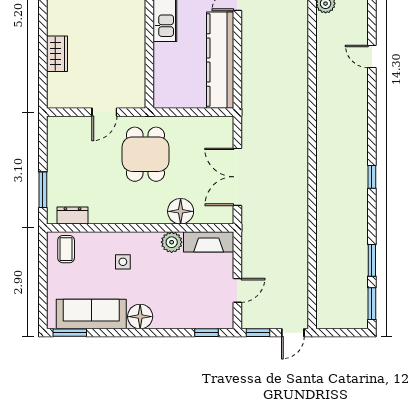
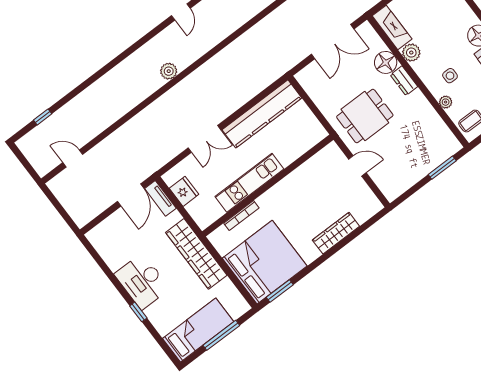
wardrobe: (57, 54) -> (336, 233), width x1.50
dresser: (72, 216) -> (404, 81), moved
plant: (101, 239) -> (446, 102), added

